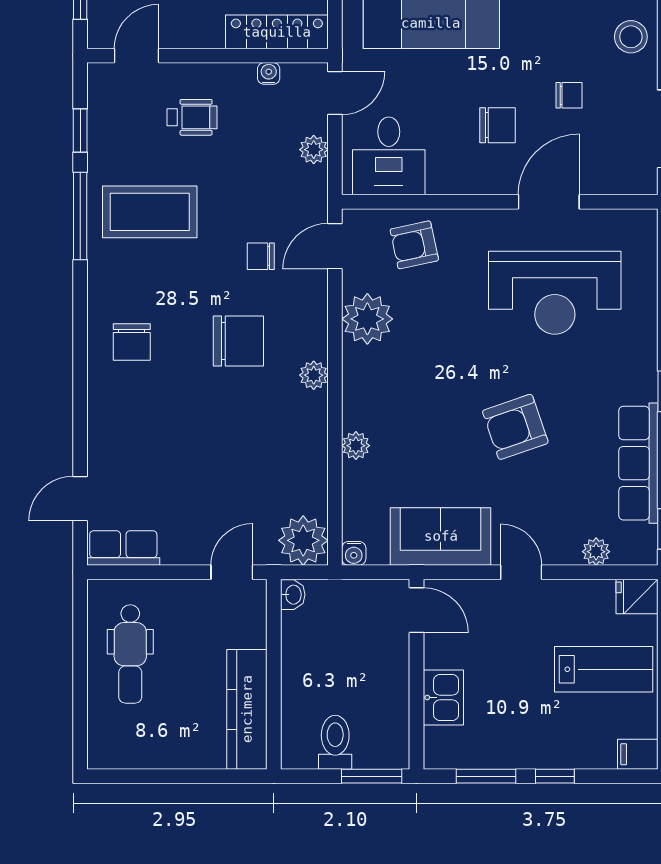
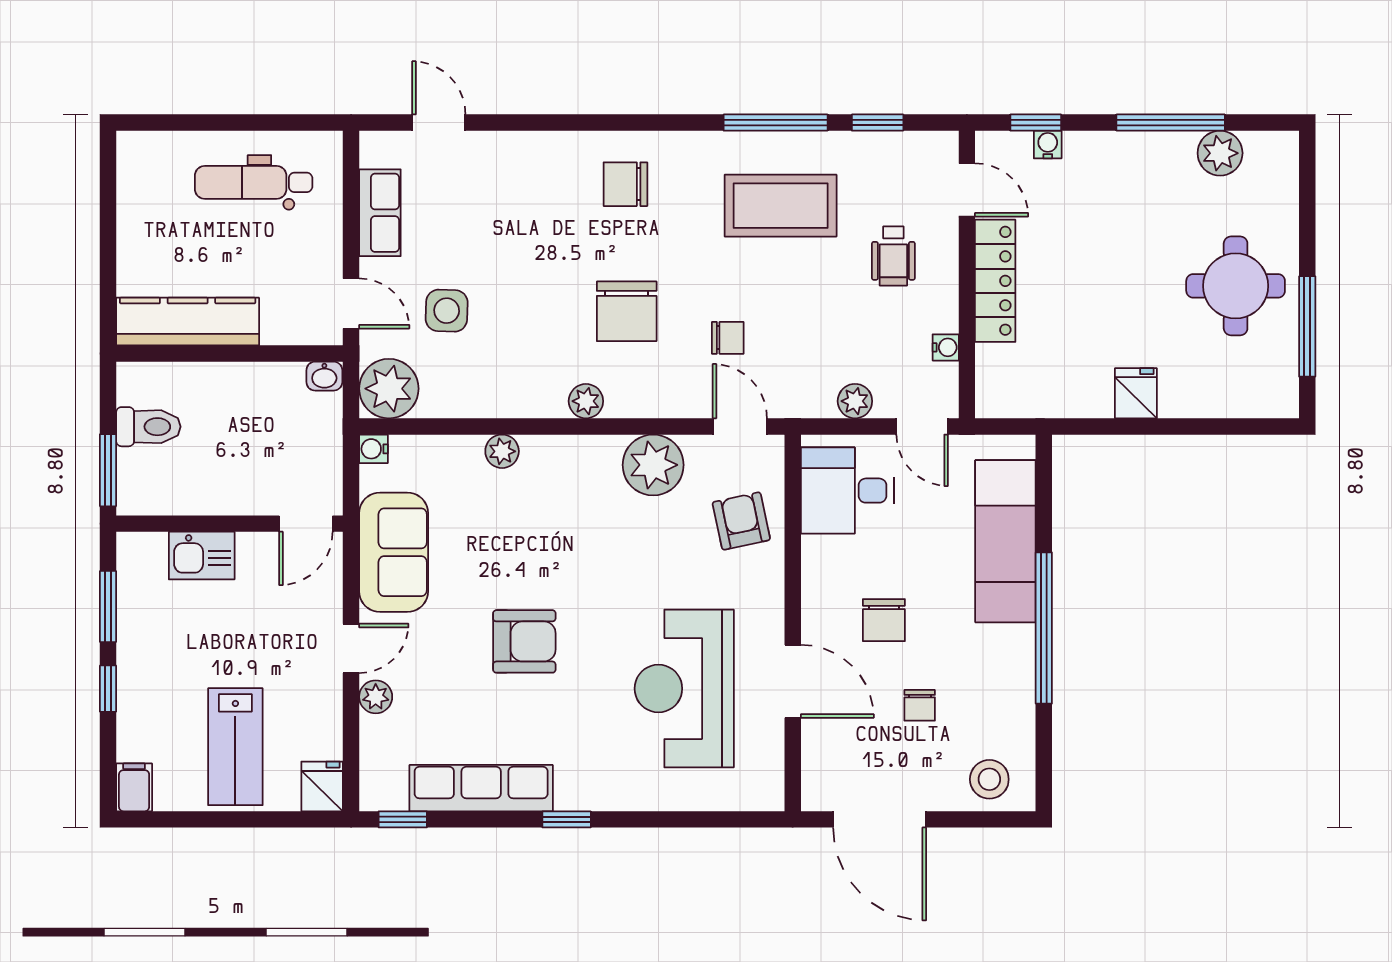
locker: (277, 32) -> (995, 281), moved
coffee table: (150, 212) -> (781, 206), turned 90
chair: (261, 256) -> (728, 338), turned 90
armchair: (515, 427) -> (524, 641), turned 109
side table: (238, 492) -> (447, 311), added
row of seats: (123, 548) -> (380, 213), moved
plant: (596, 552) -> (376, 697), moved

